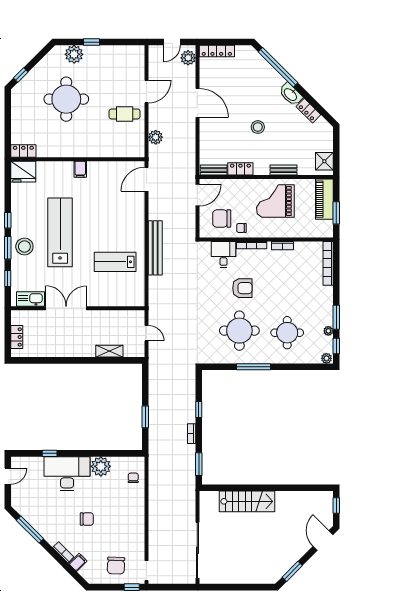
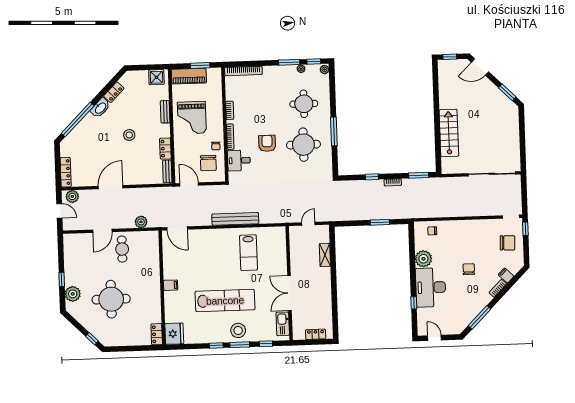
door: (147, 92) -> (102, 231), swing flipped
lab bench: (60, 232) -> (225, 301), turned 180

